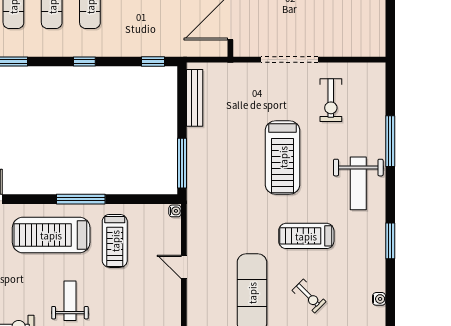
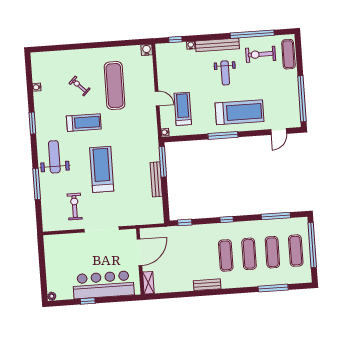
bench: (195, 98) -> (156, 179), moved
treadmill: (115, 241) -> (183, 109), moved

